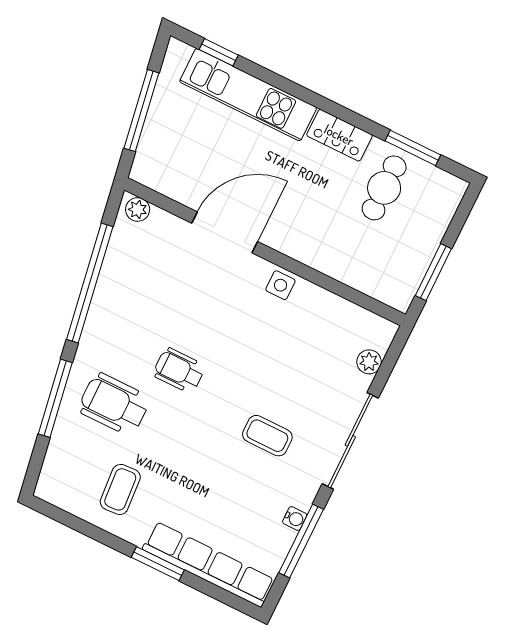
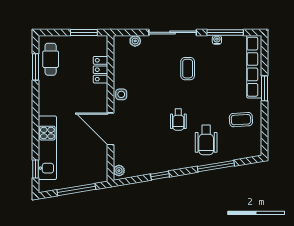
locker: (339, 135) -> (101, 70), moved, turned 180
cafe table: (384, 188) -> (51, 59), moved, turned 90
window: (90, 283) -> (160, 175), width x0.32

